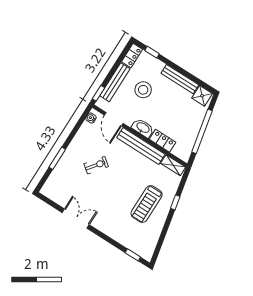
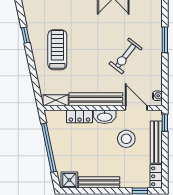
stool: (143, 90) -> (126, 139), moved
exercise bike: (96, 165) -> (126, 56), width x1.38, depth x1.39
window: (175, 202) -> (25, 35), moved

